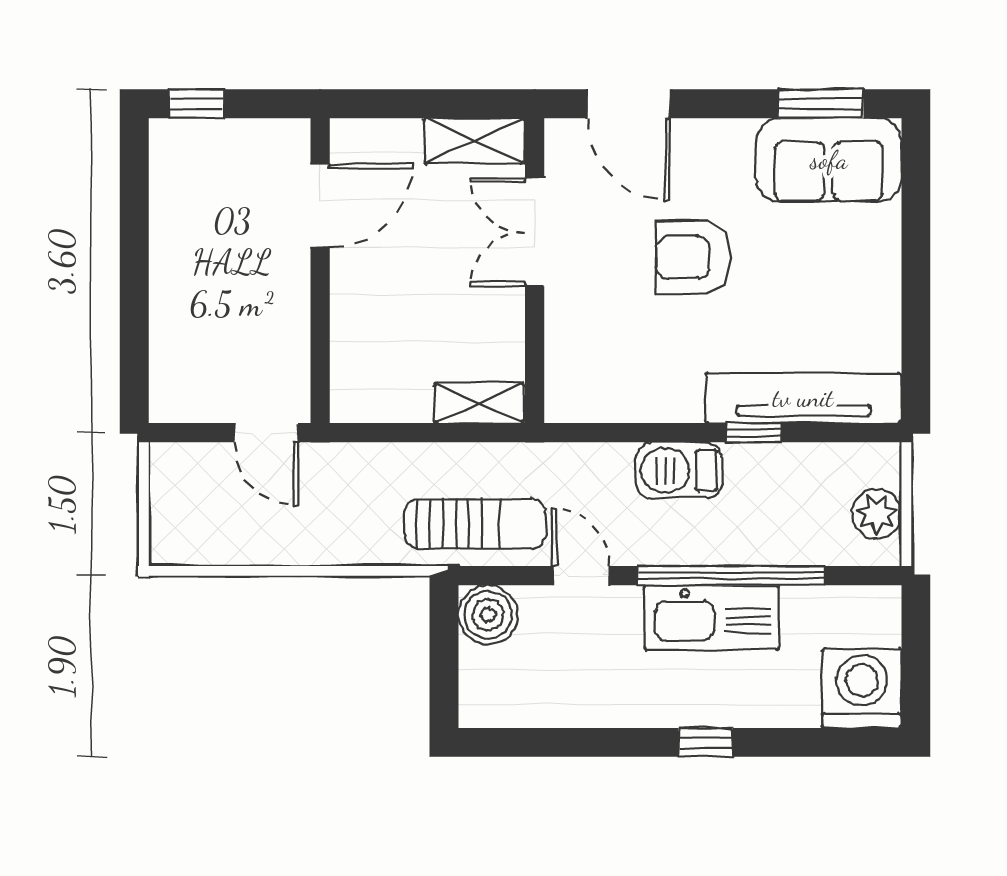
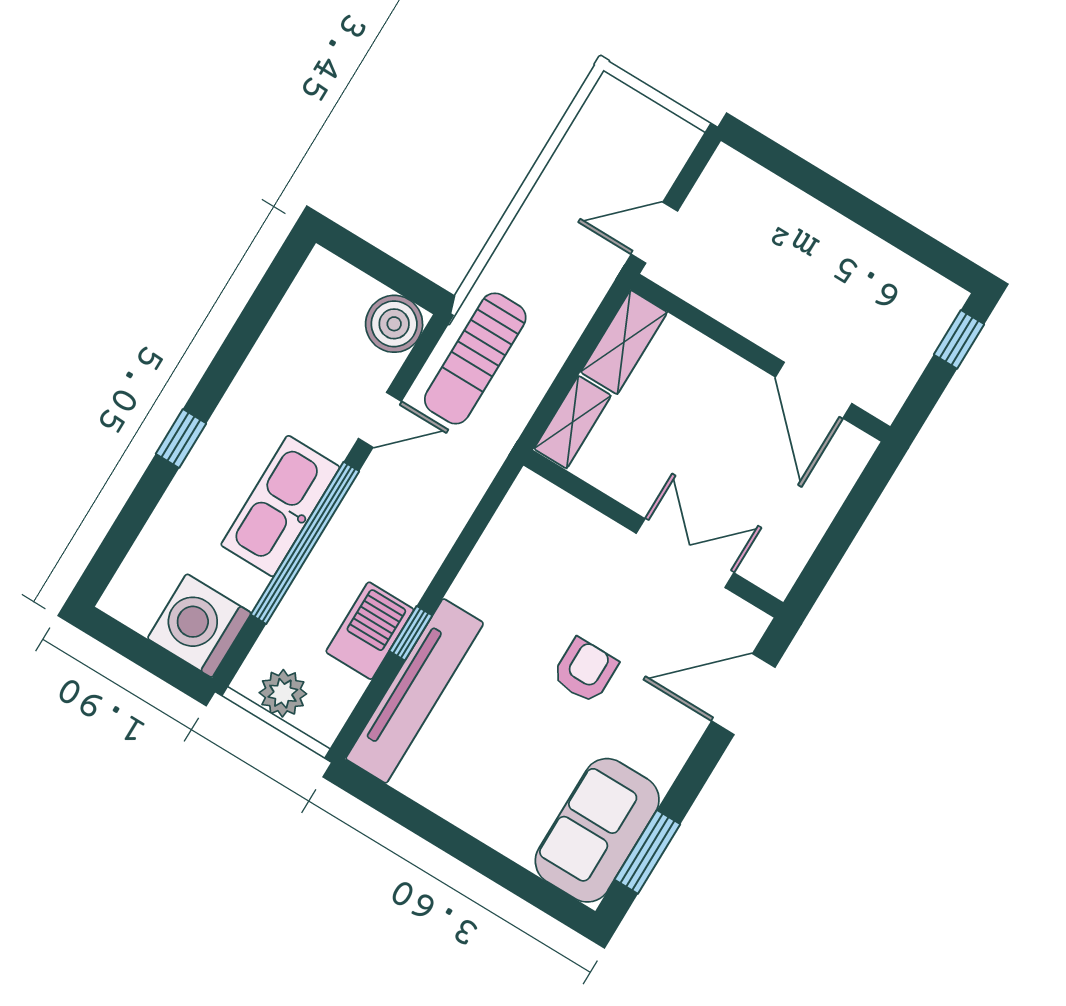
shelving: (475, 141) -> (624, 342), moved
armchair: (693, 257) -> (585, 671), width x0.72, depth x0.72
barbecue: (679, 470) -> (370, 631), moved
washing machine: (862, 688) -> (199, 626), moved, turned 180

